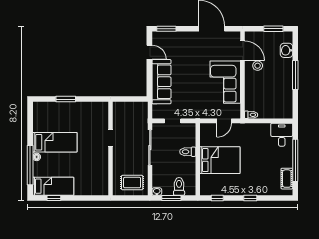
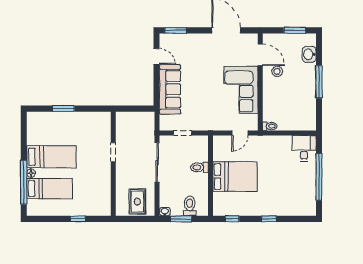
cot: (287, 179) -> (310, 197), removed
rug: (132, 183) -> (137, 202), turned 90
bed: (53, 186) -> (49, 189), moved
window: (54, 198) -> (78, 219), moved

